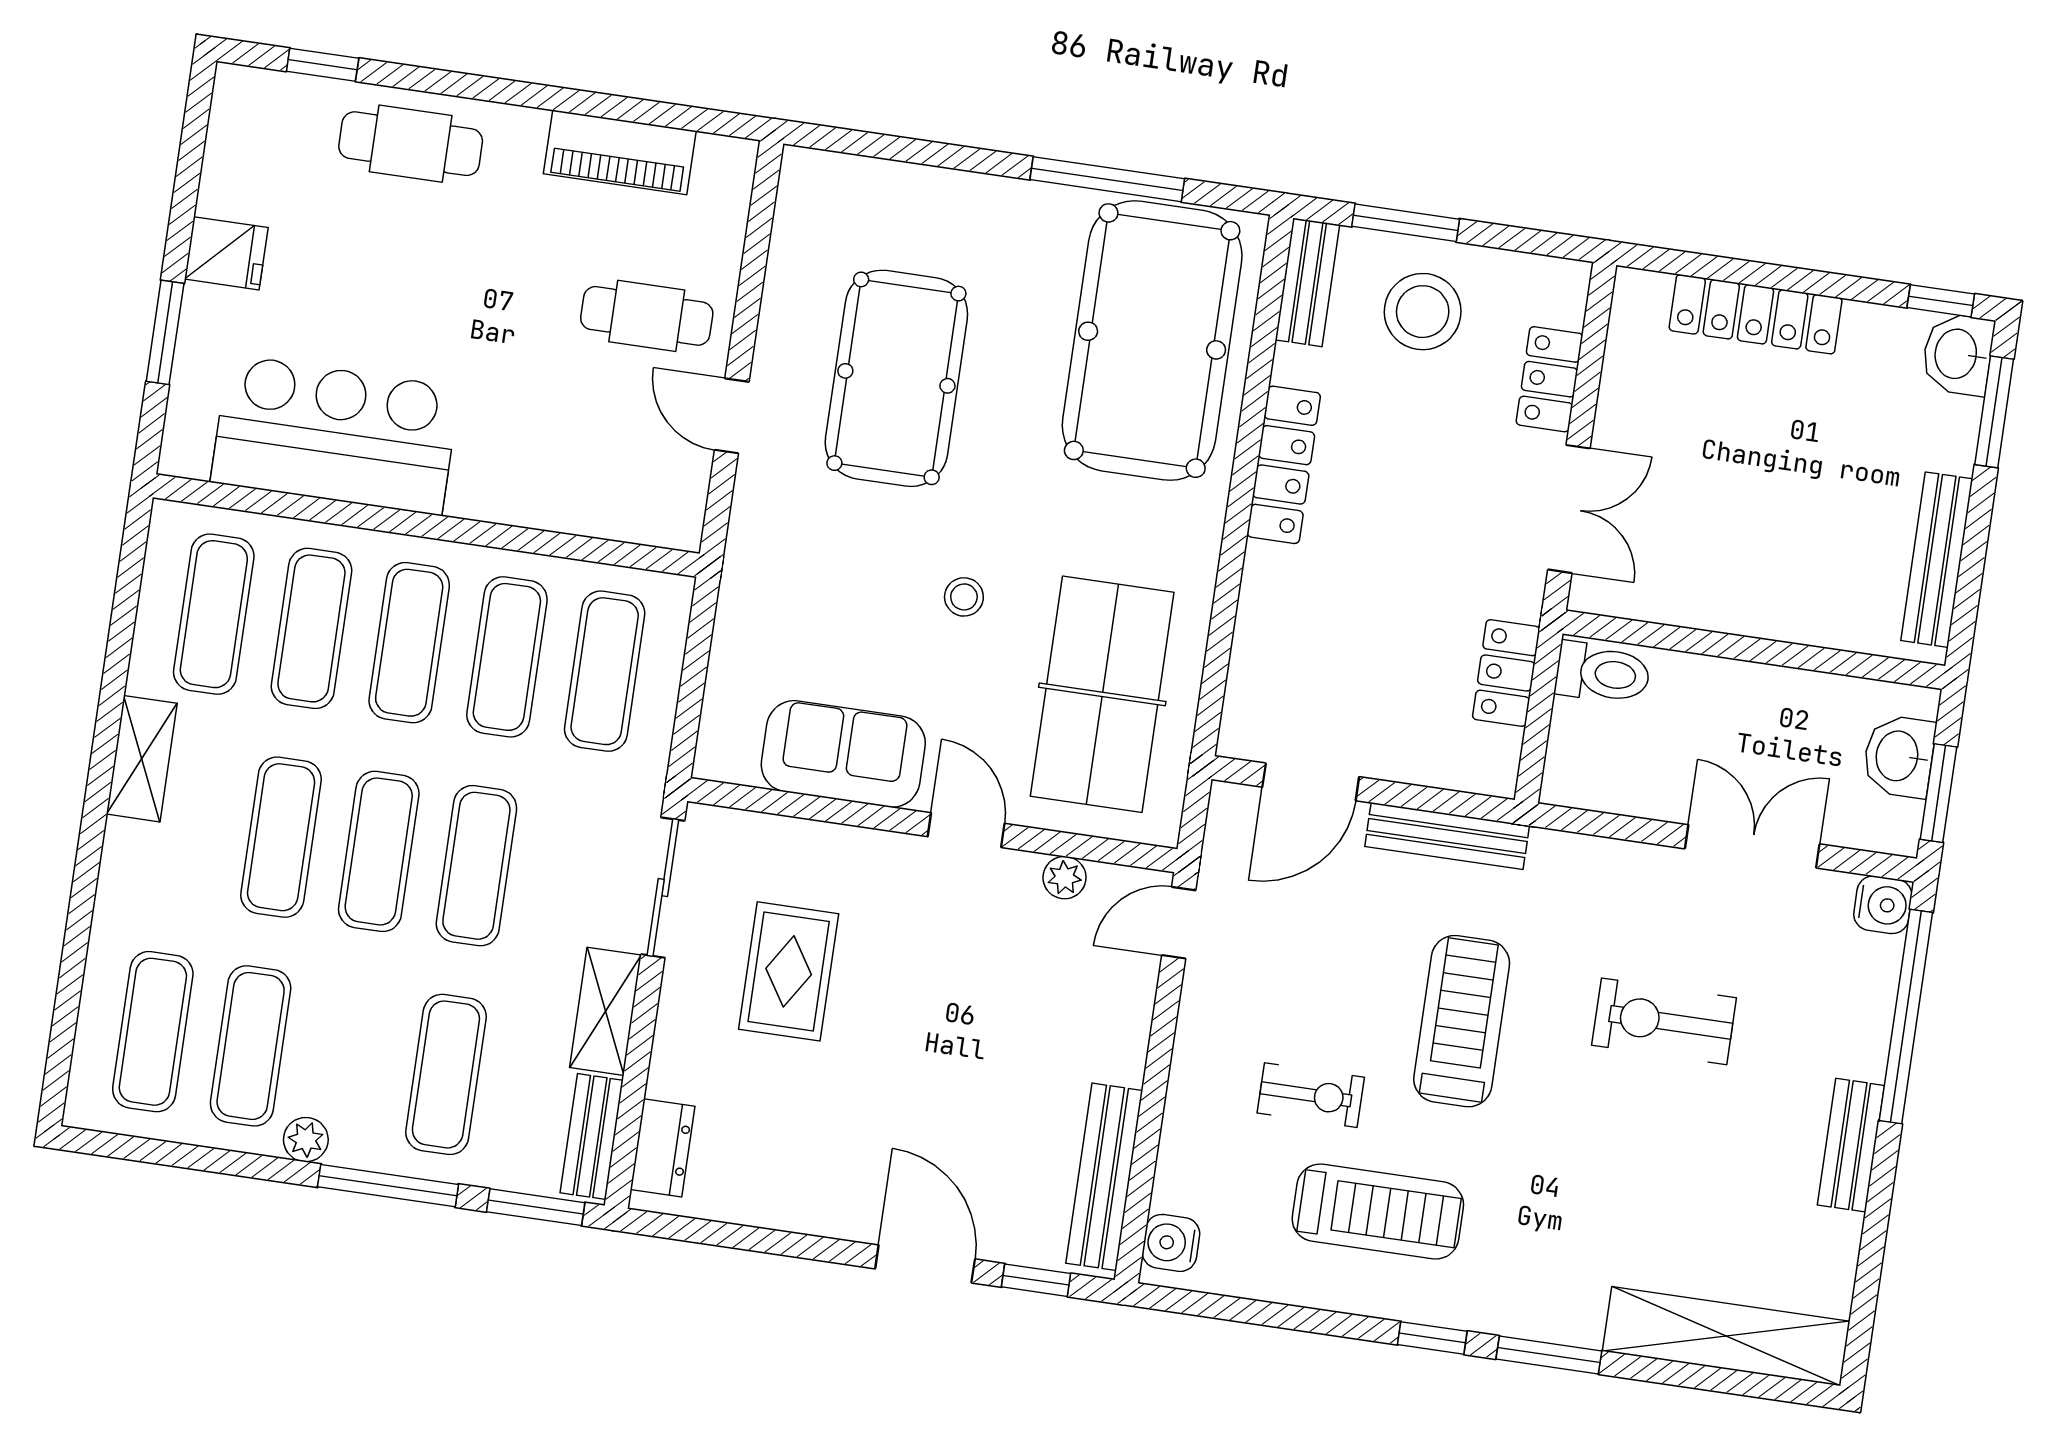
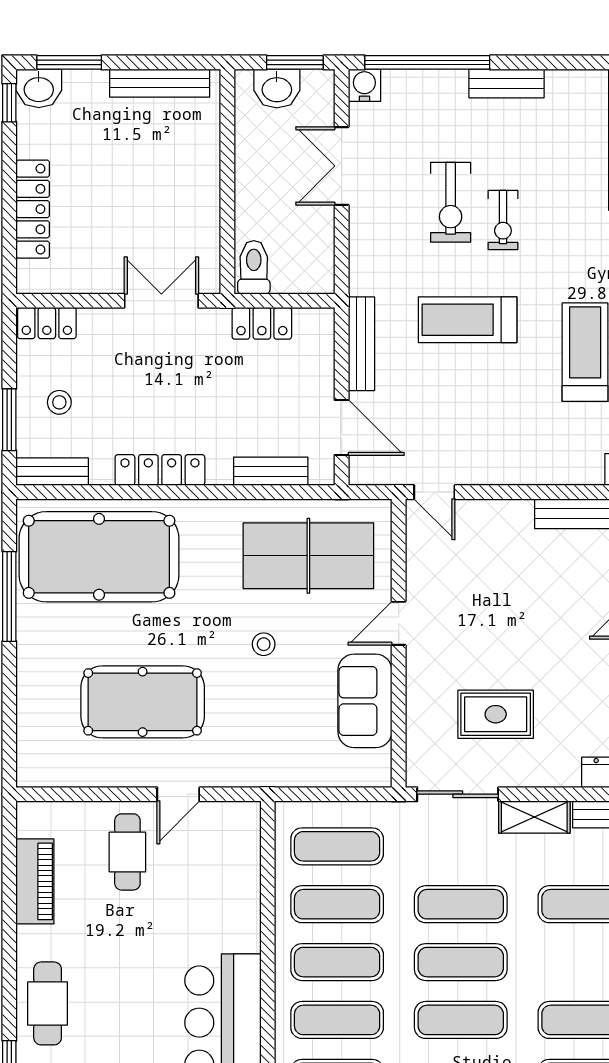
stool: (1423, 312) -> (59, 402), width x0.53, depth x0.53
locker: (1549, 379) -> (47, 323), moved
bench: (1254, 652) -> (271, 471), added
plant: (1065, 878) -> (418, 562), removed
exercise bike: (1311, 1095) -> (503, 220), moved, turned 180

